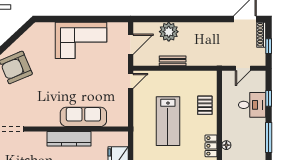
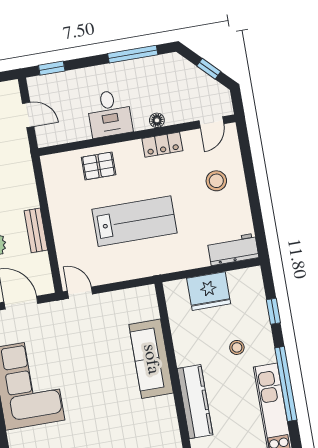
window: (269, 98) -> (52, 68), moved
desk: (252, 105) -> (109, 113), moved, turned 180
kitchen counter: (69, 139) -> (195, 402), moved

